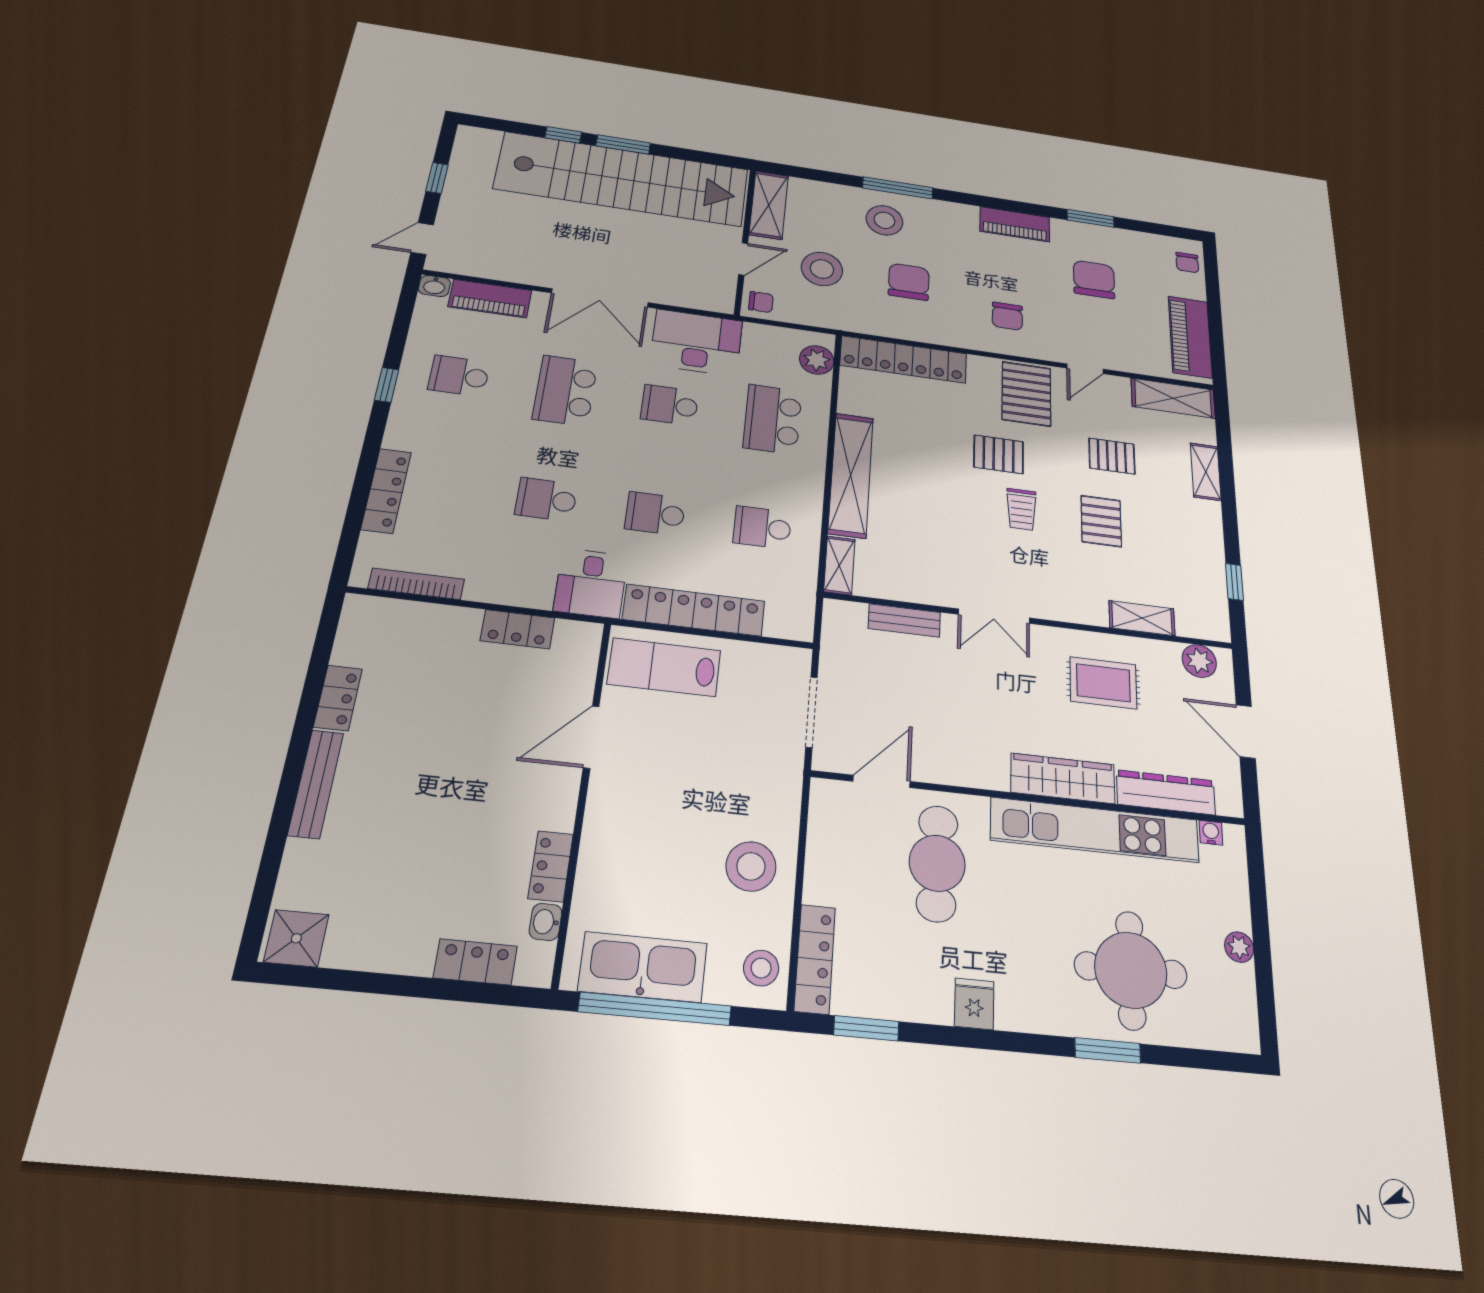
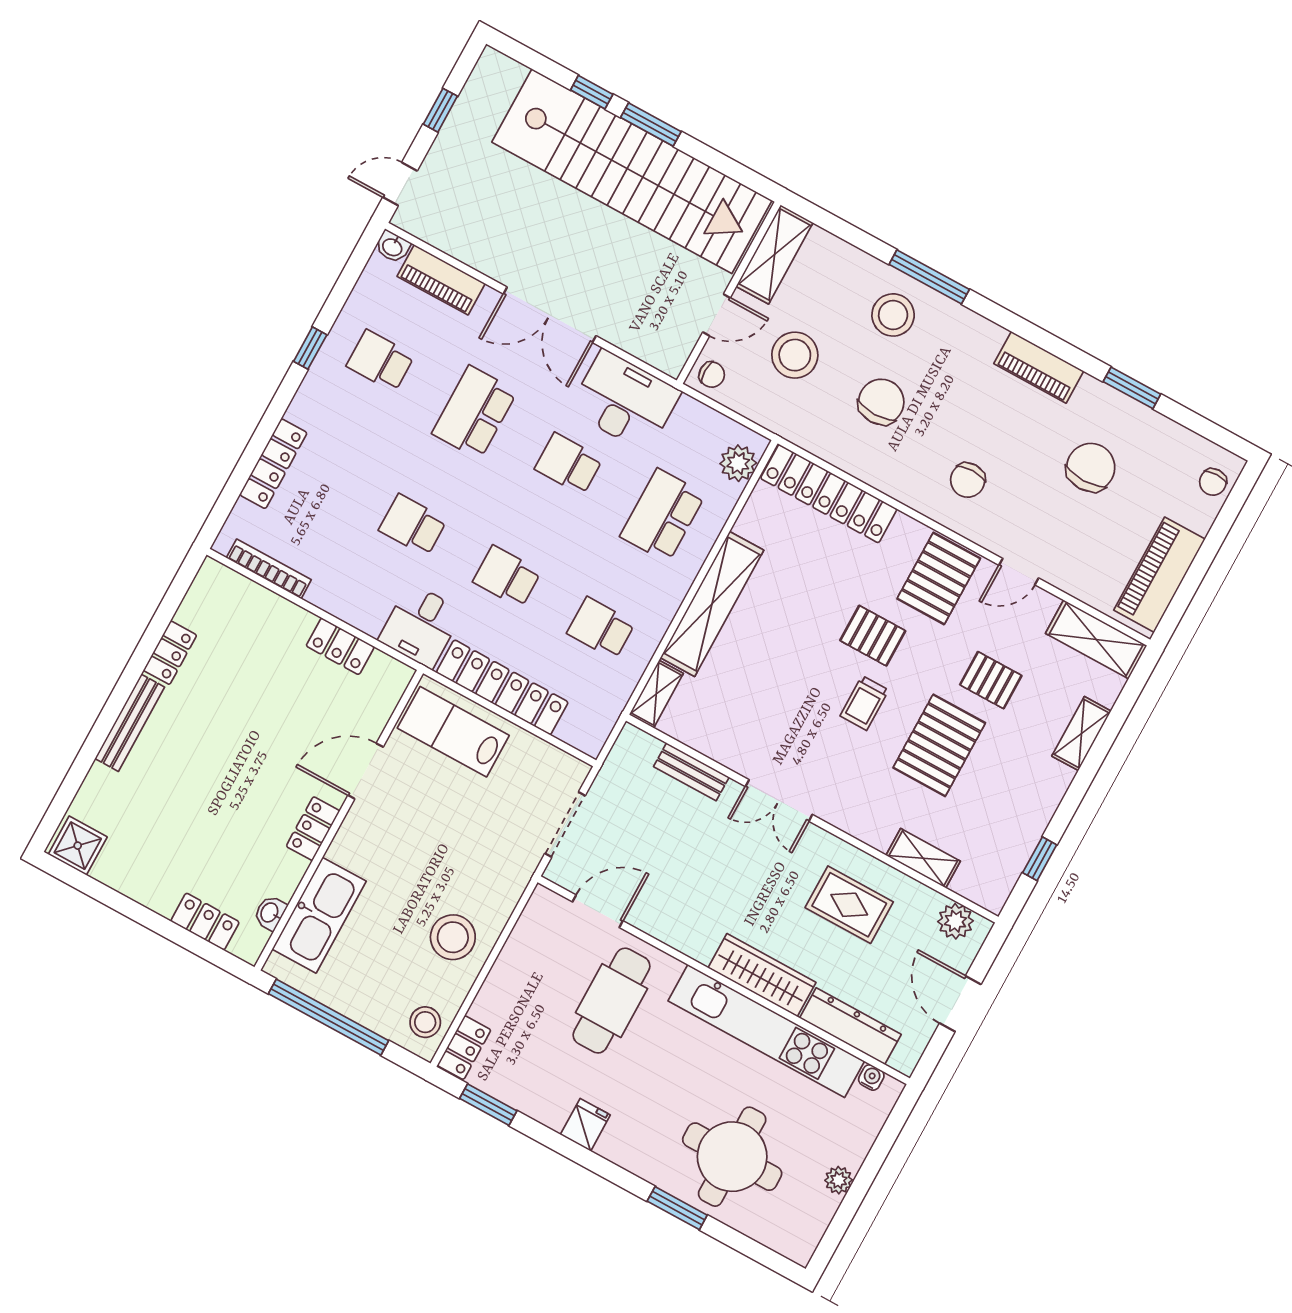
pallet: (1101, 521) -> (939, 745), width x1.50, depth x1.42
locker: (551, 866) -> (313, 829), moved
locker: (815, 959) -> (464, 1048), width x0.66
kitchen sink: (643, 967) -> (319, 915), moved, turned 90

